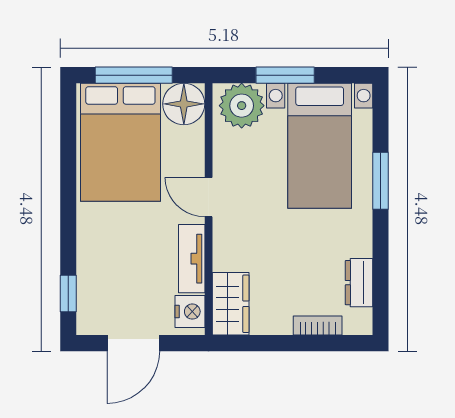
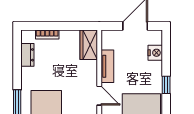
window: (68, 294) -> (166, 85), moved
nightstand: (190, 312) -> (155, 53), moved, turned 180

